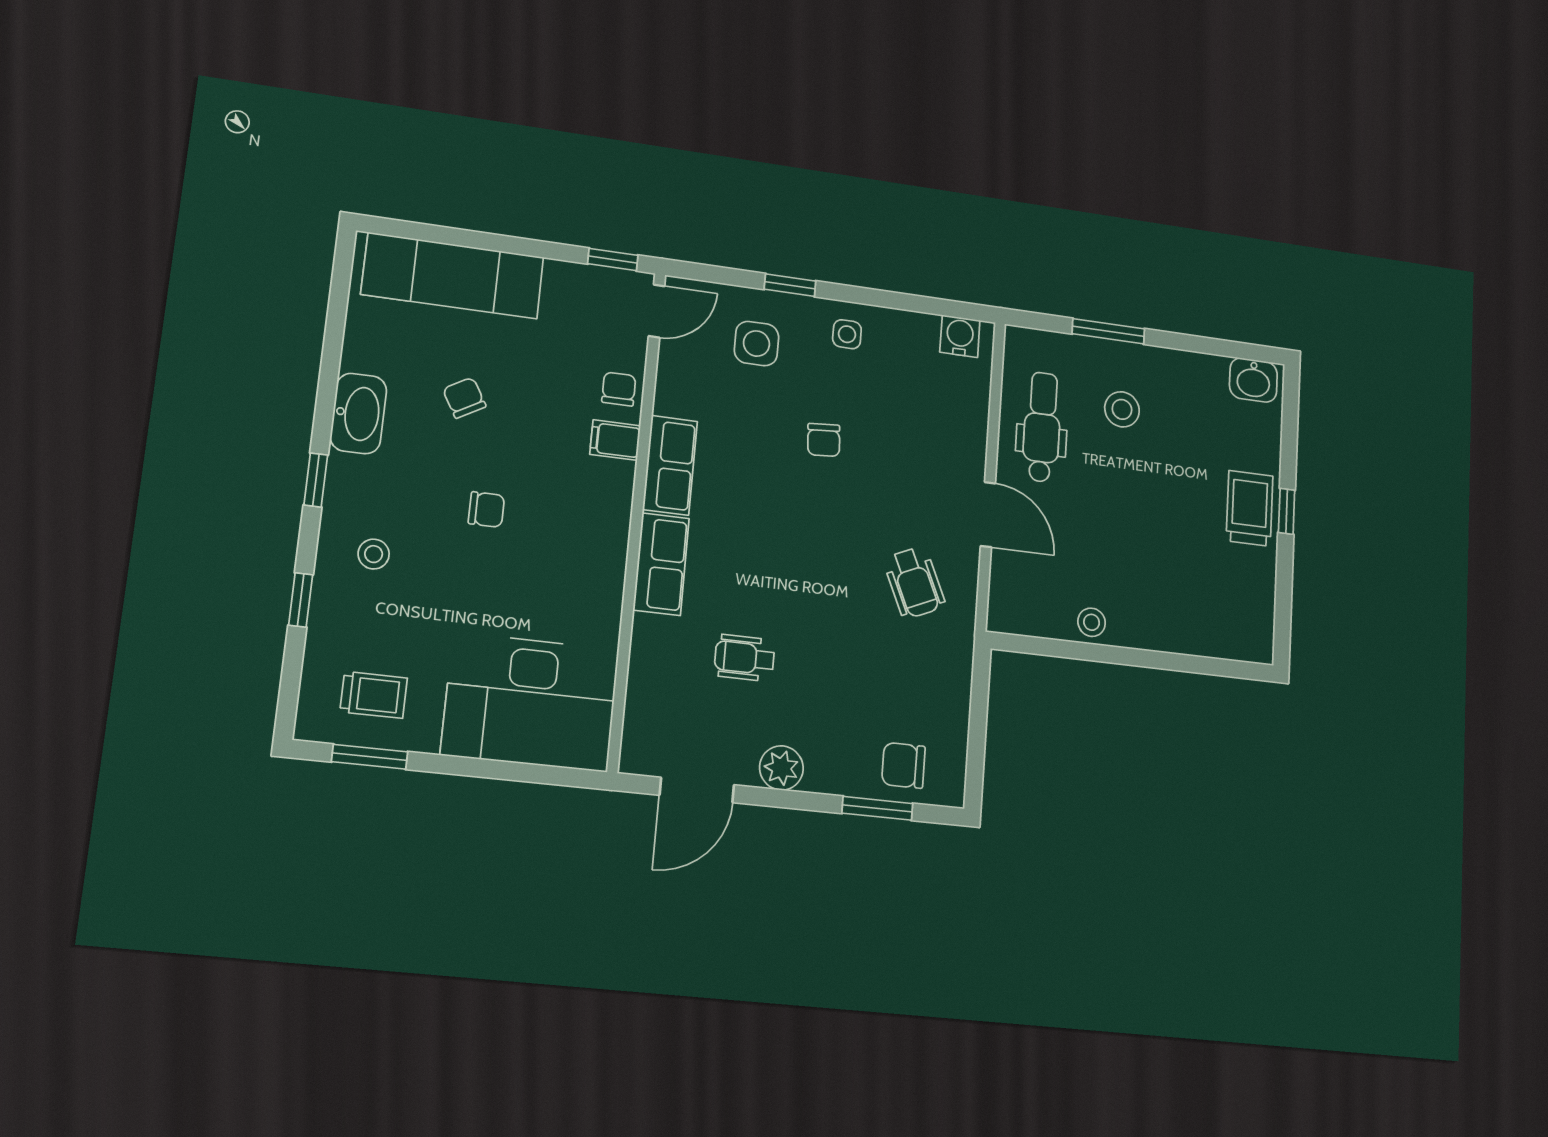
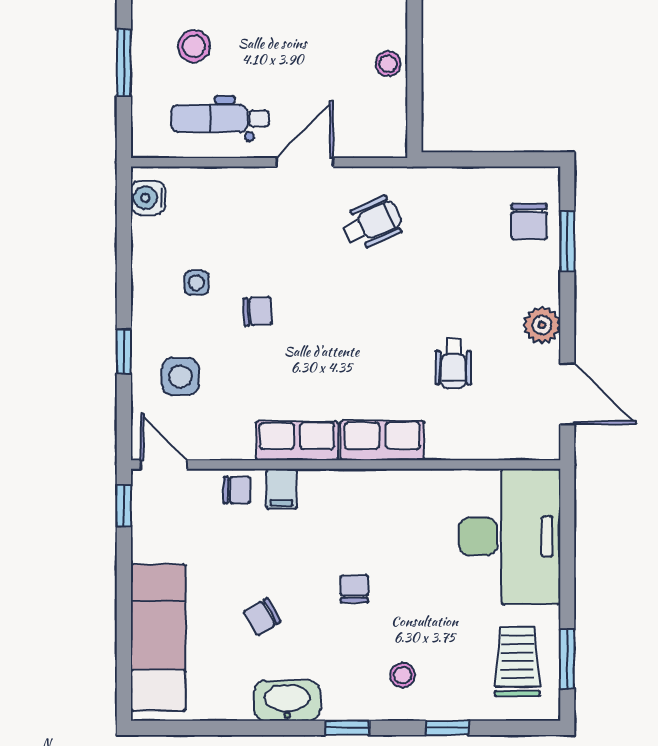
side table: (847, 334) -> (196, 283), moved
chair: (619, 389) -> (237, 490), turned 180
trolley: (374, 695) -> (517, 662), width x1.36, depth x1.39

